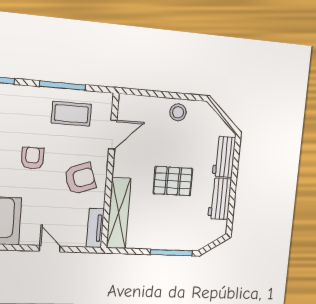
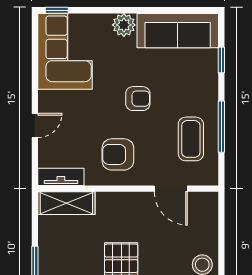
armchair: (80, 178) -> (118, 154), turned 109
shelving: (119, 213) -> (66, 203), width x0.68

